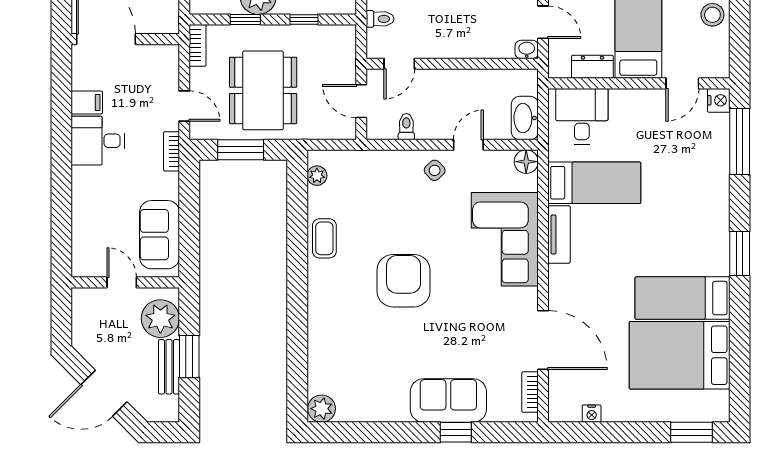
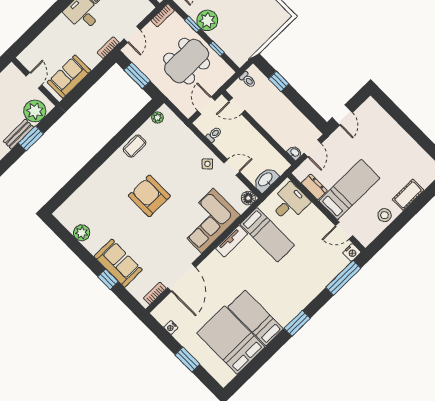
dining table: (263, 90) -> (187, 61), moved
armchair: (404, 281) -> (149, 196), turned -90
plant: (322, 409) -> (82, 233), moved
window: (692, 432) -> (187, 360), moved

